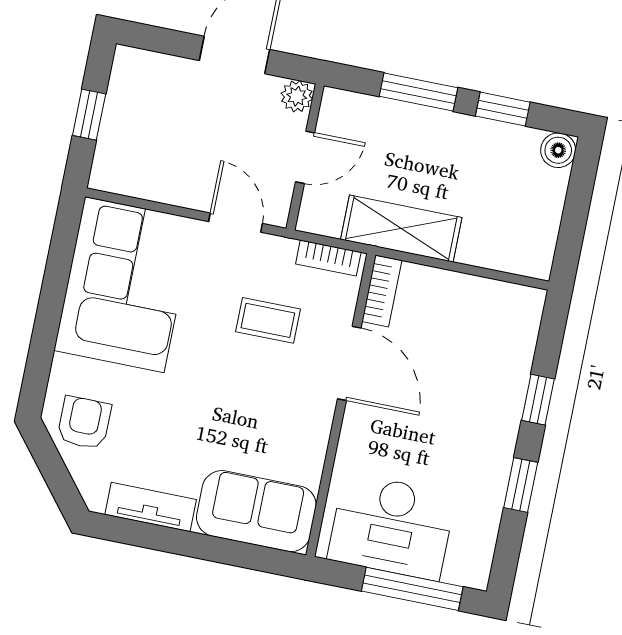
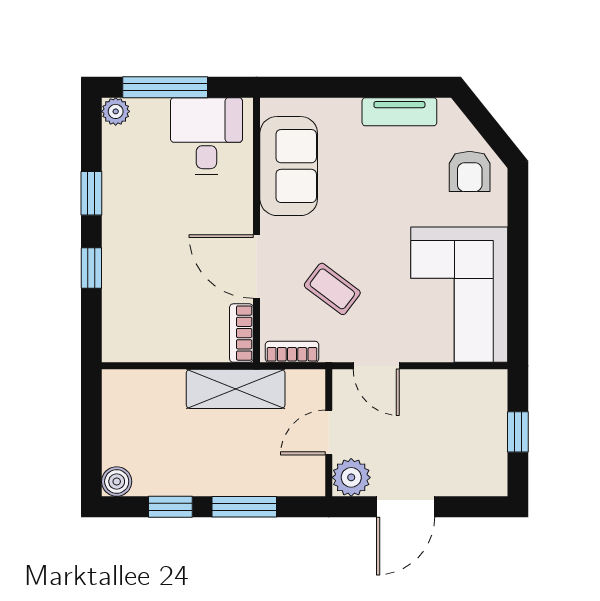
plant: (297, 96) -> (351, 477), width x1.38, depth x1.38
coffee table: (268, 320) -> (332, 289), turned 37
sofa: (256, 511) -> (289, 166), moved, turned -90
desk: (392, 527) -> (206, 136), width x0.73
plant: (474, 573) -> (116, 111), added

